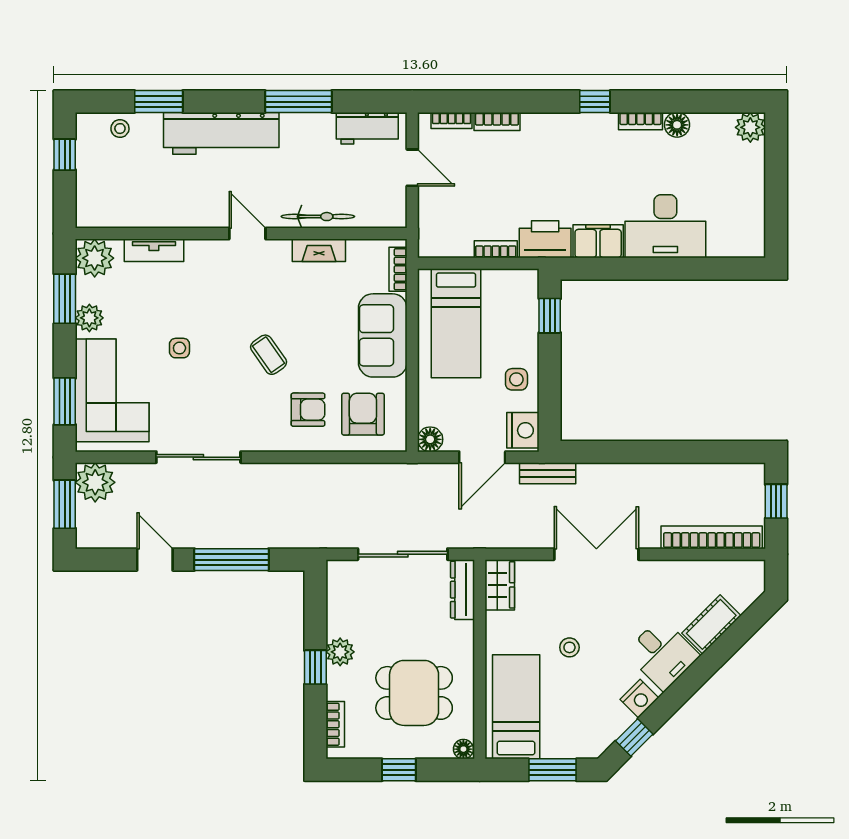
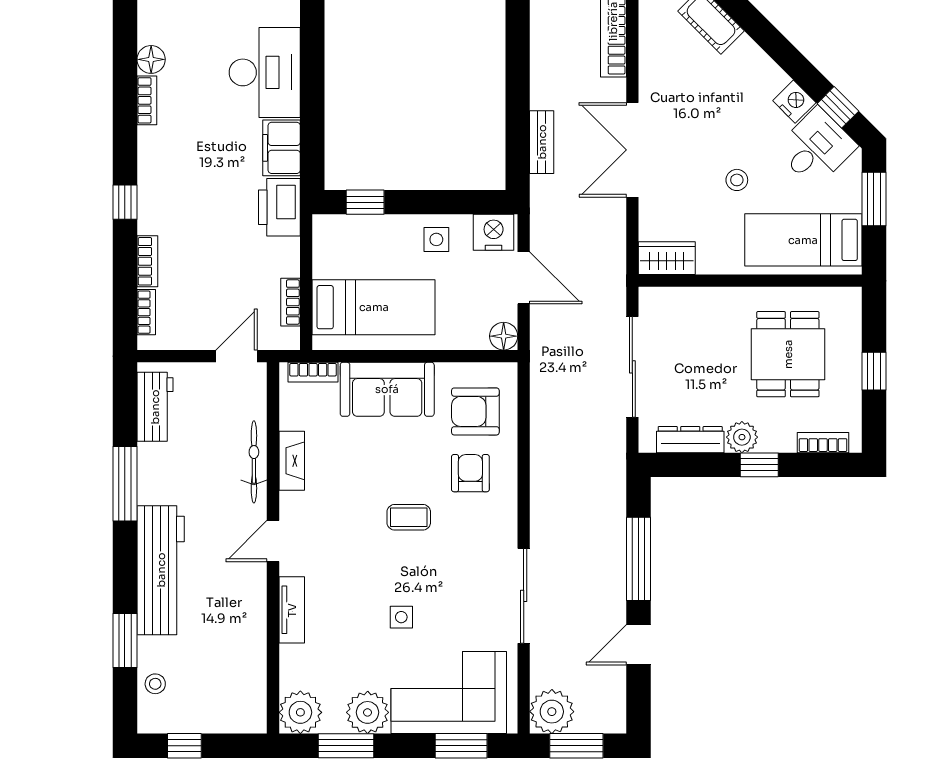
window: (595, 102) -> (125, 202), moved
door: (412, 168) -> (237, 356), moved
bookcase: (496, 249) -> (291, 302), moved
tv unit: (154, 250) -> (292, 610), moved
plant: (89, 318) -> (368, 712), width x1.36, depth x1.36
coffee table: (269, 355) -> (409, 517), turned 35
bench: (548, 473) -> (542, 142), moved
dresser: (463, 590) -> (690, 440), moved, turned 180
desk: (662, 654) -> (816, 148), moved
floor lamp: (463, 749) -> (851, 299), removed

